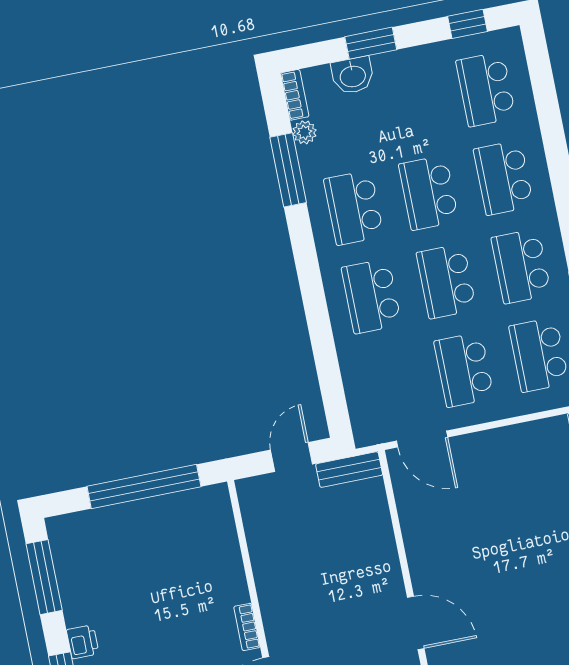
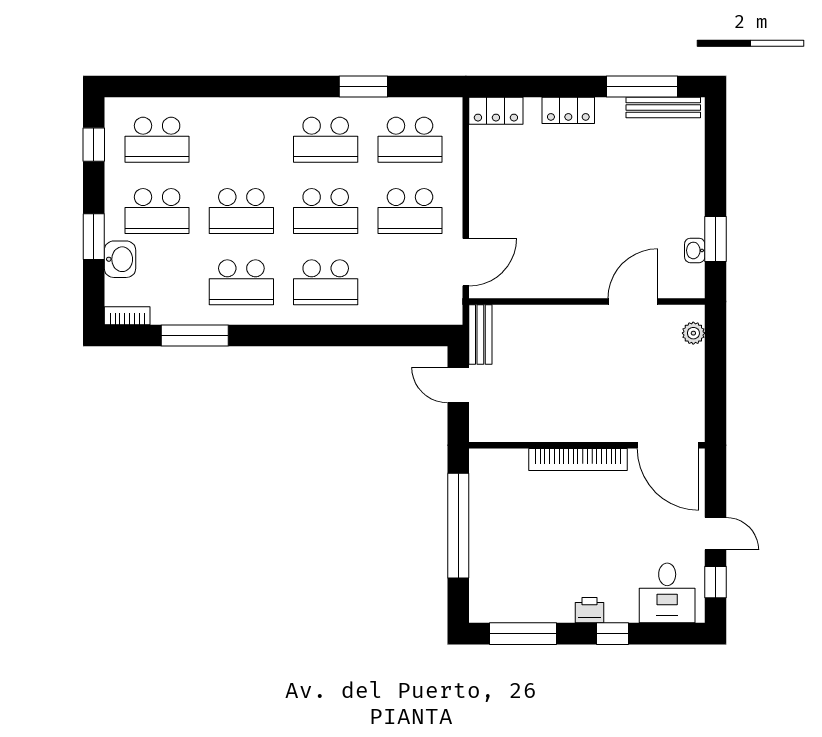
plant: (304, 132) -> (163, 314), removed
school desk: (503, 178) -> (157, 211), moved
bookcase: (247, 627) -> (578, 460), width x2.31, depth x1.31

